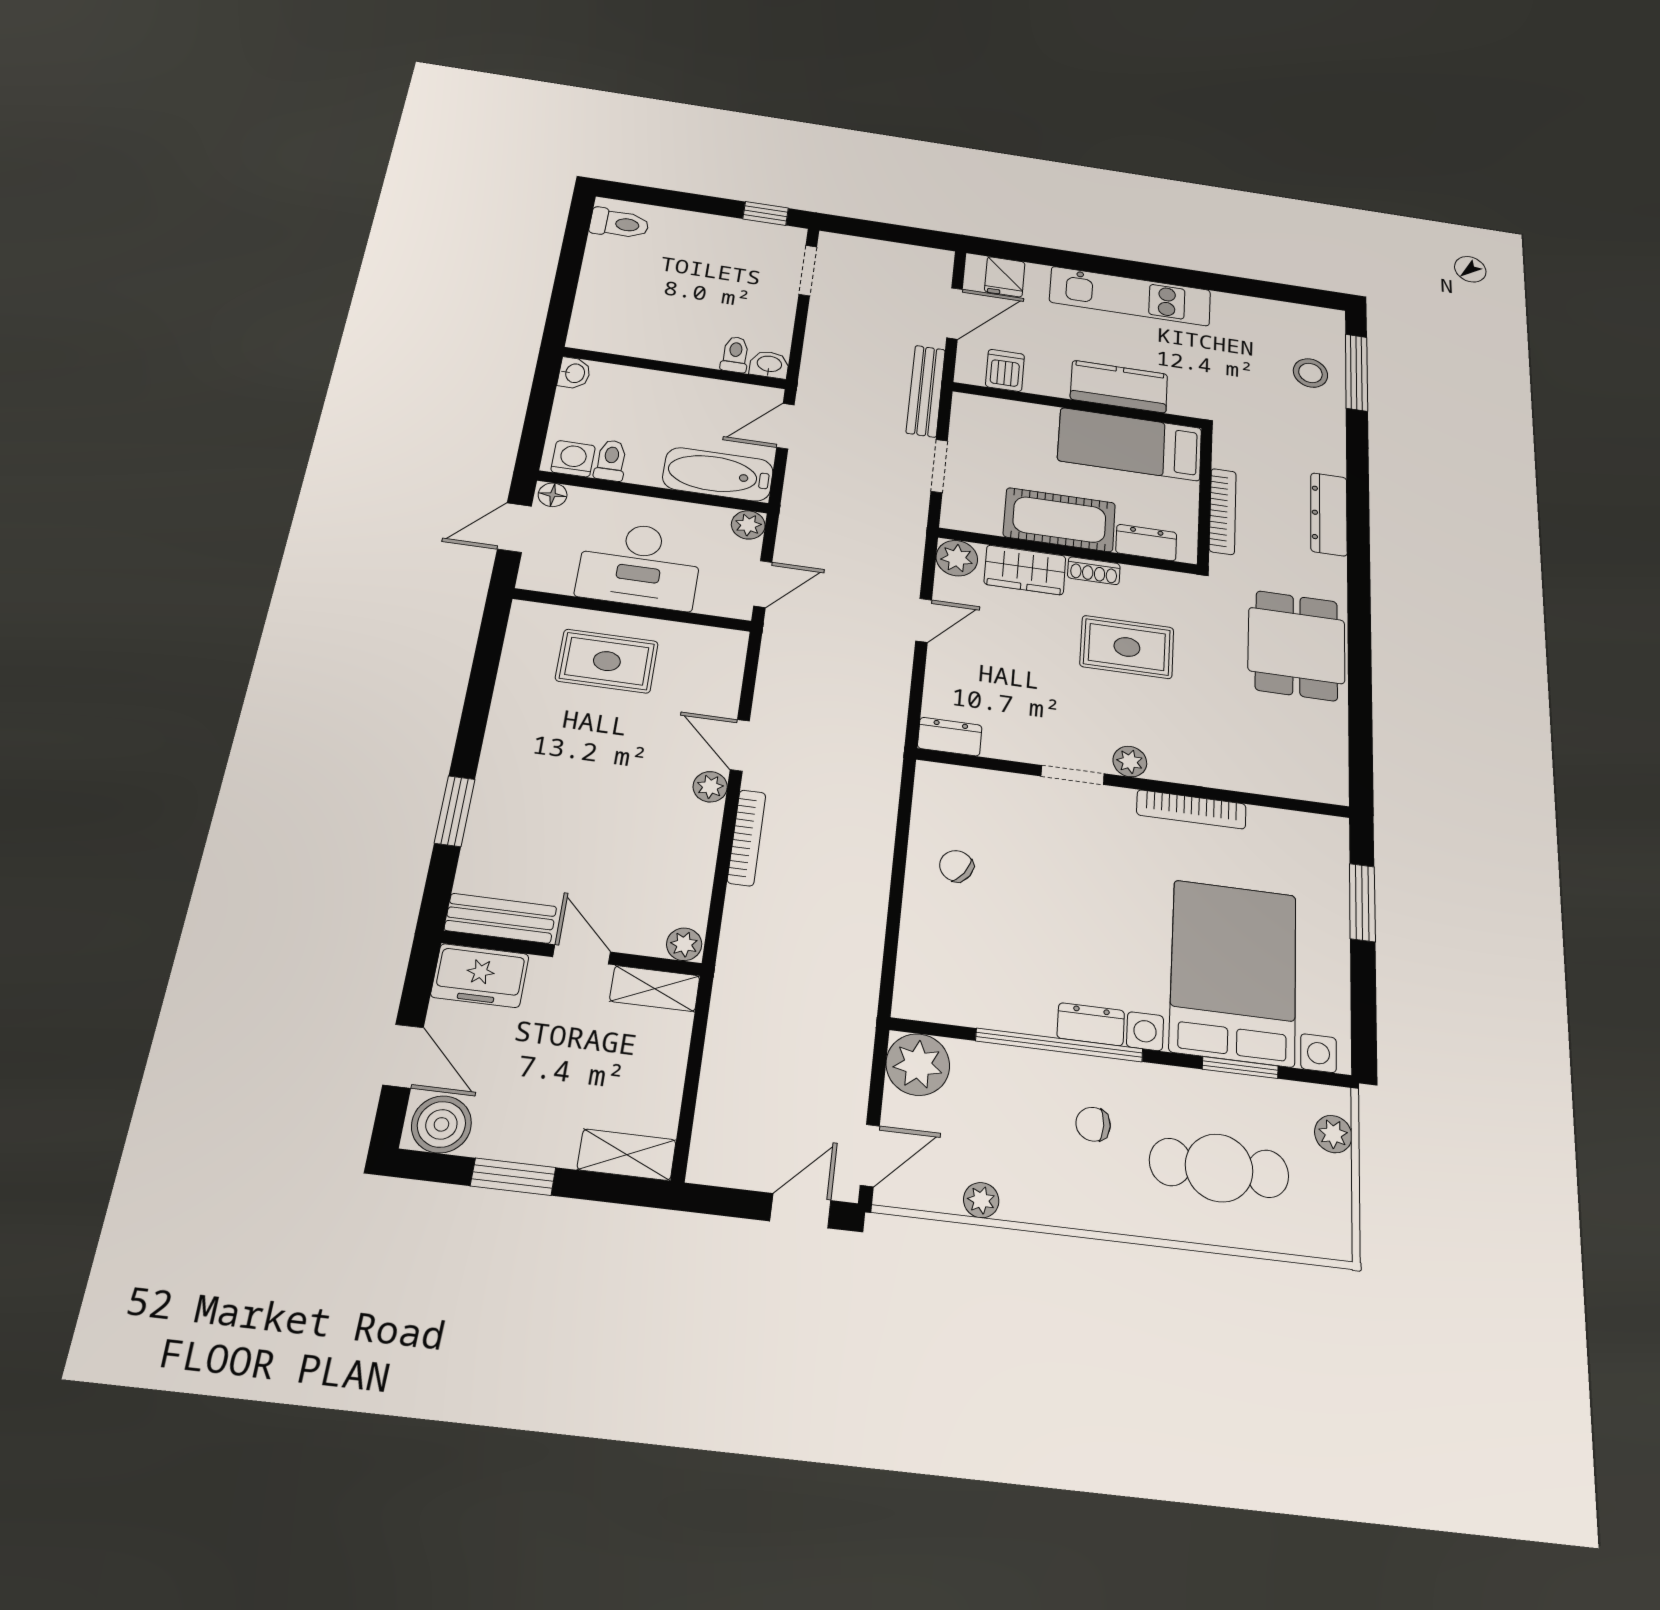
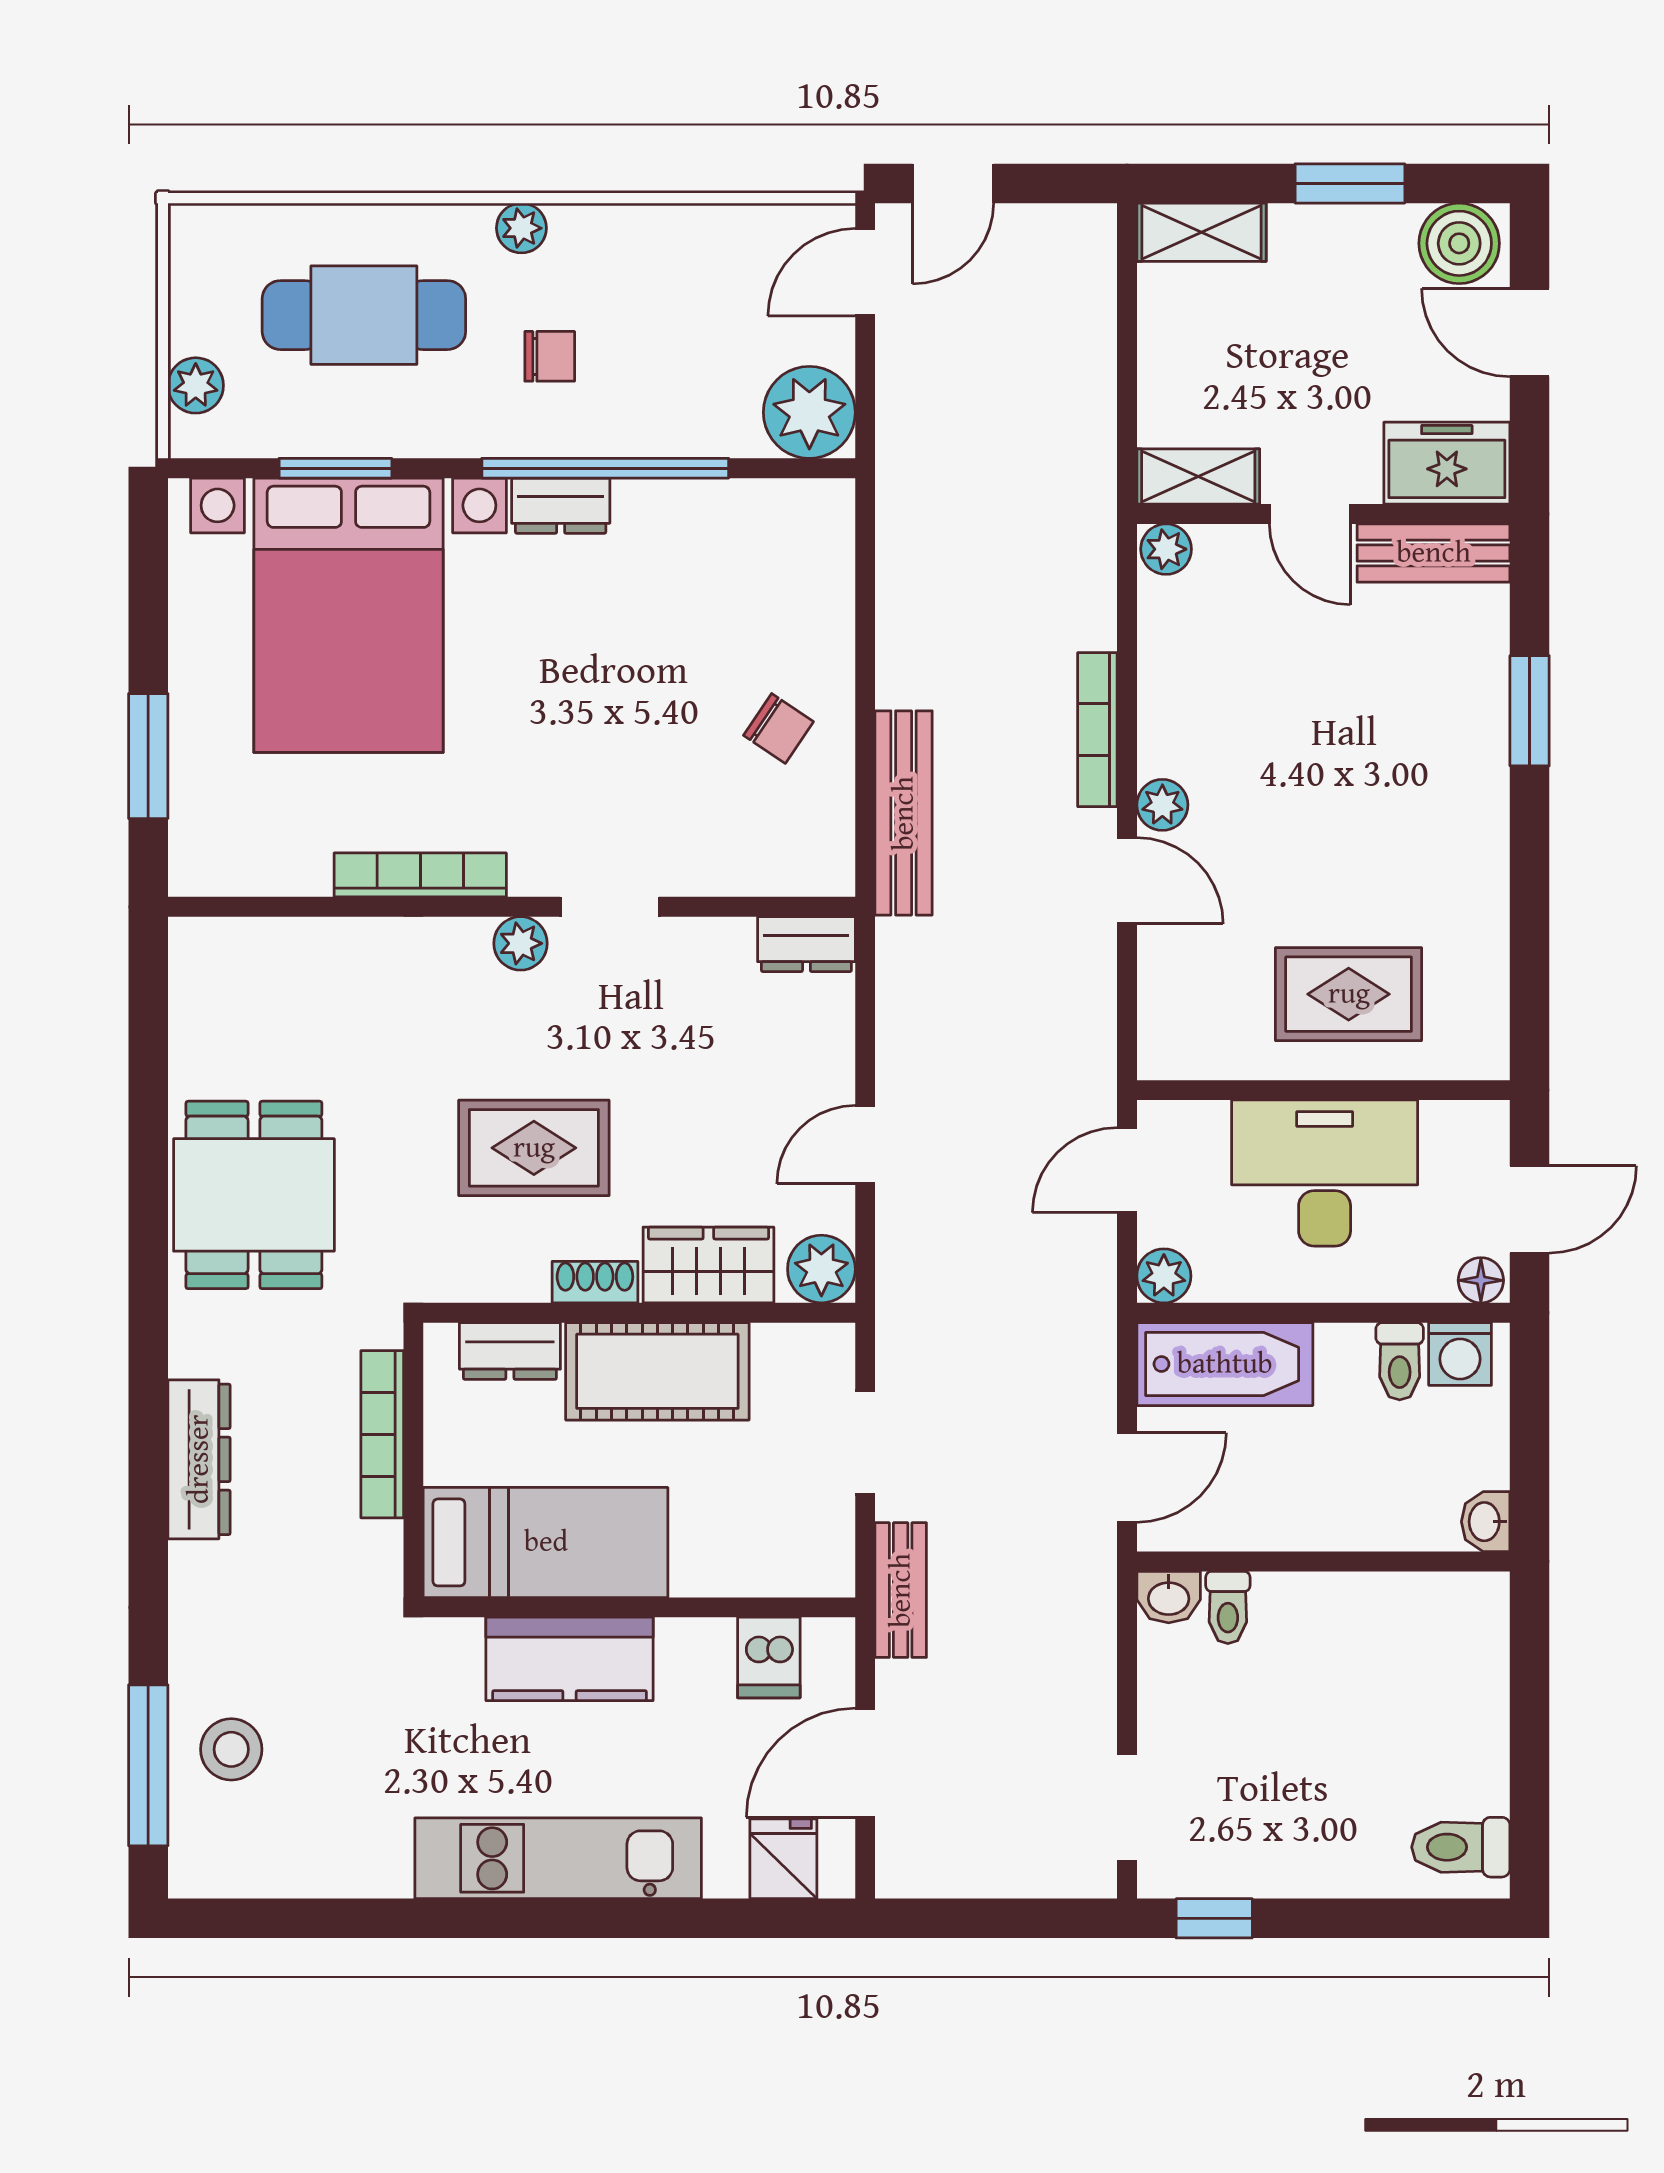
bench: (926, 391) -> (901, 1590), width x0.73
bench: (880, 804) -> (904, 813), added
plant: (981, 1200) -> (521, 228), moved

